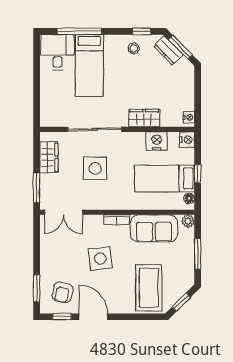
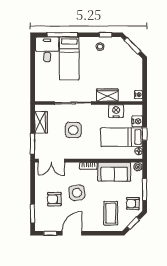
dresser: (168, 51) -> (124, 48), removed
nightstand: (187, 140) -> (137, 121), moved
armchair: (181, 274) -> (133, 203), added
coffee table: (149, 288) -> (111, 213), width x0.73, depth x0.76
armchair: (62, 292) -> (54, 199), moved, turned 76
door: (93, 317) -> (72, 233), hinge flipped

